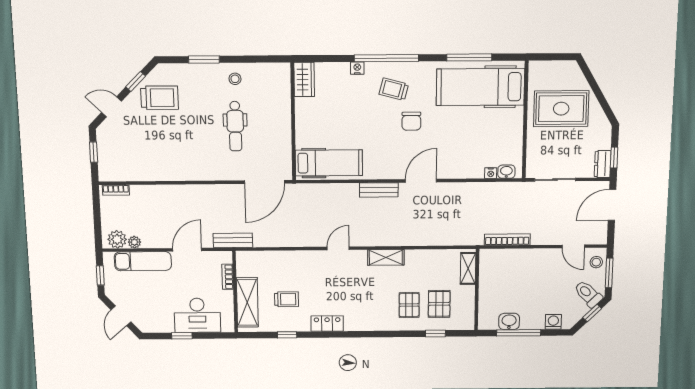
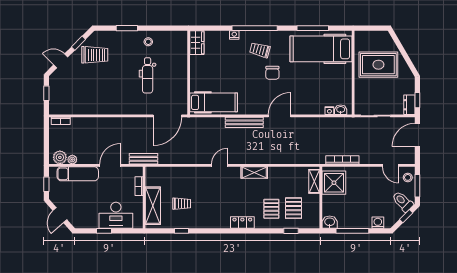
bench: (379, 190) -> (244, 122), width x1.36
shower: (495, 270) -> (334, 183), added
washbasin: (509, 321) -> (330, 222), moved
locker: (327, 324) -> (242, 223), moved

